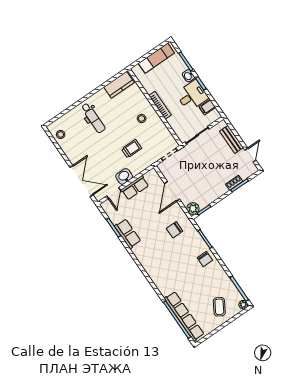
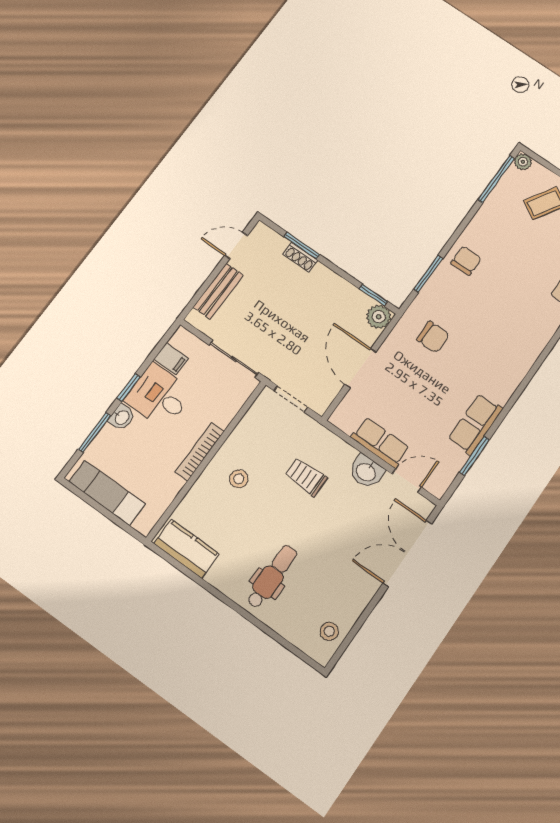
door: (172, 191) -> (360, 368), swing flipped

